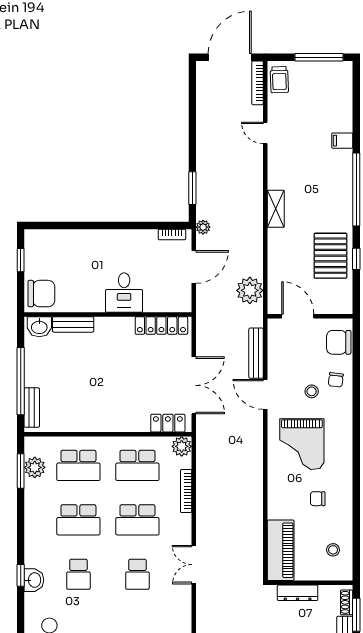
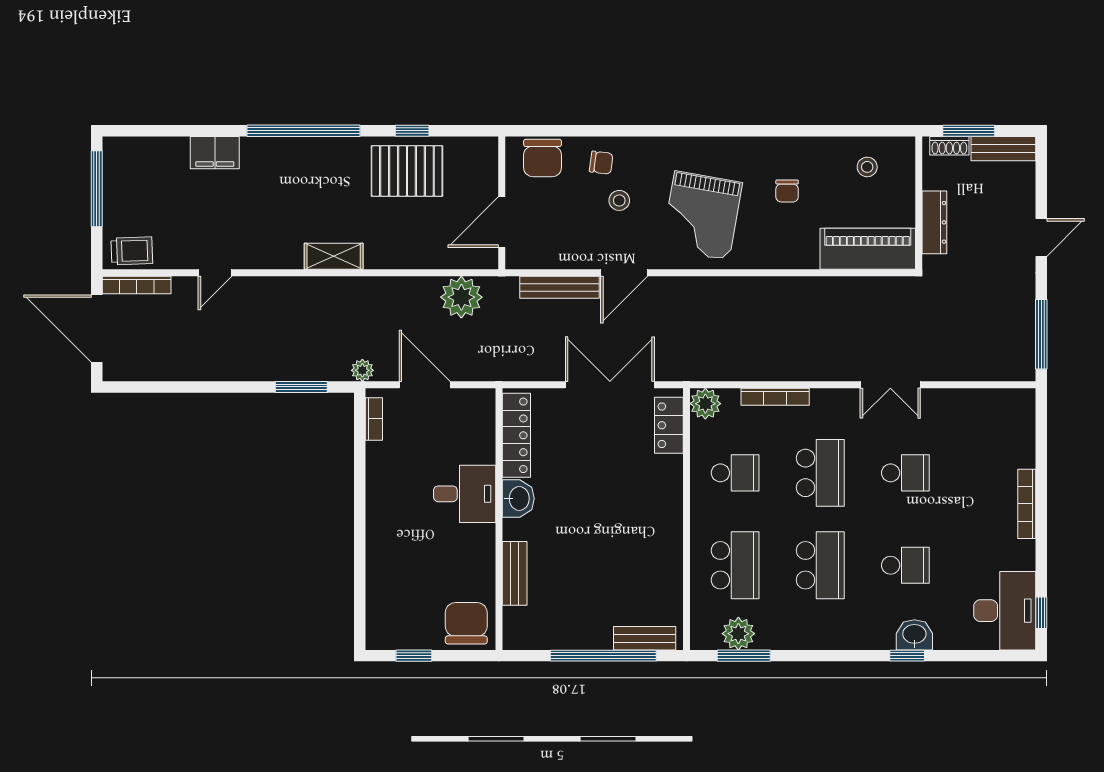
filing cabinet: (342, 141) -> (215, 153), width x2.00
washbasin: (39, 327) -> (518, 499), moved
grand piano: (302, 444) -> (702, 216), turned 100
school desk: (137, 465) -> (735, 473), width x0.54

